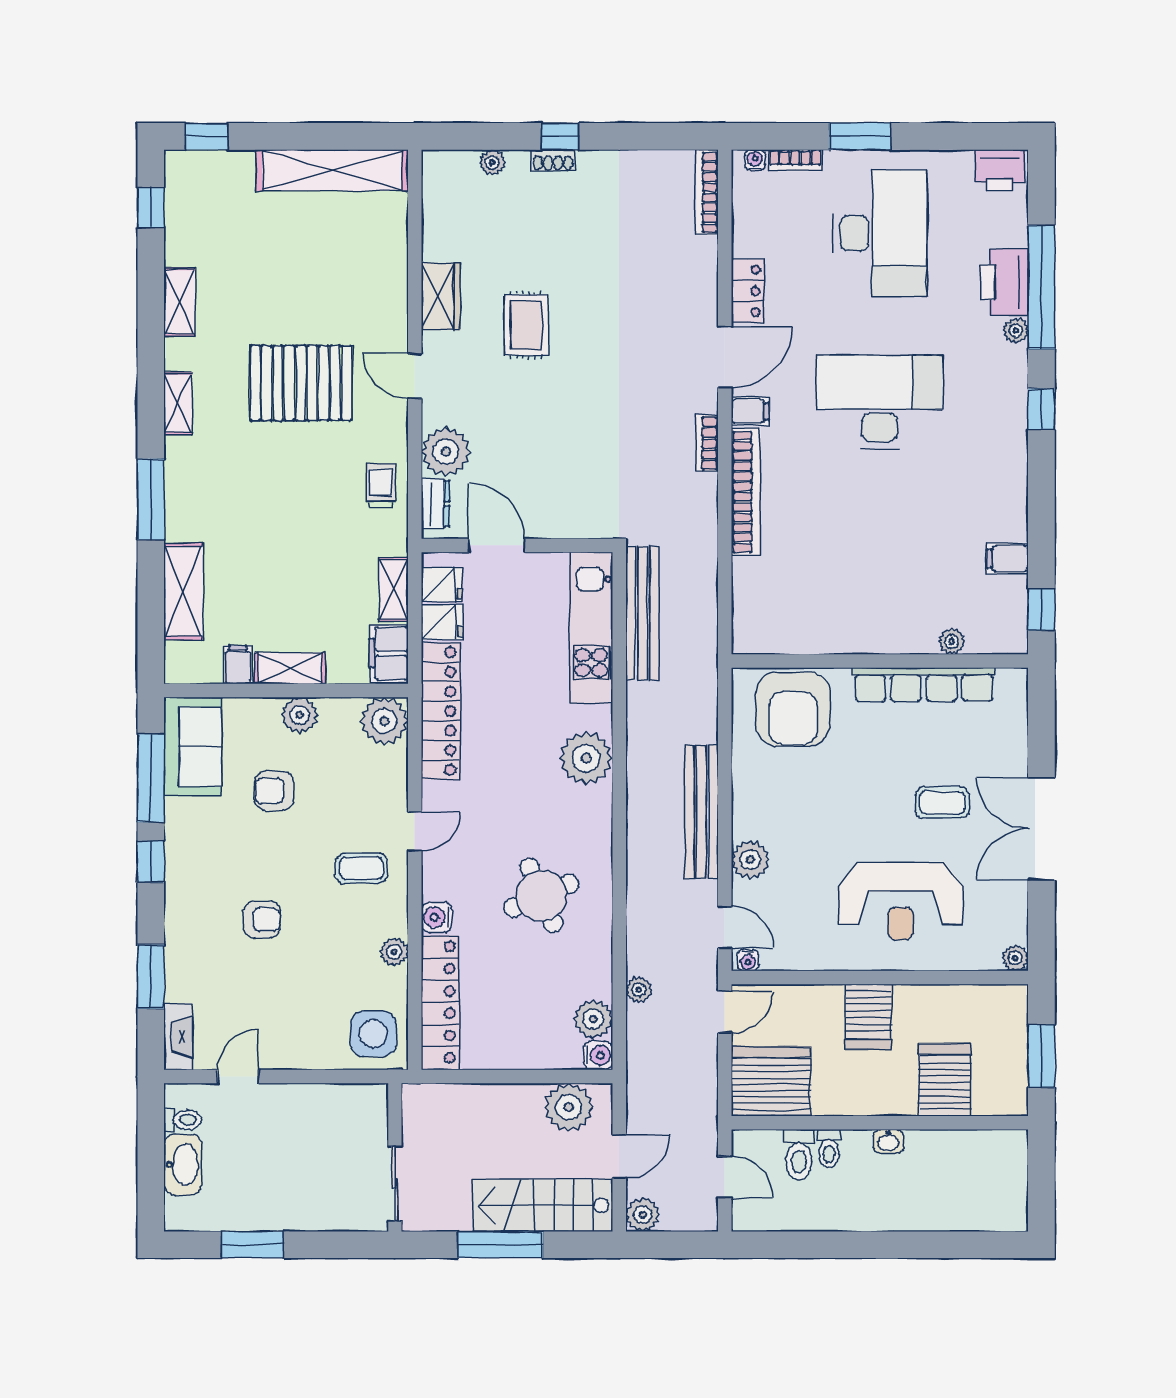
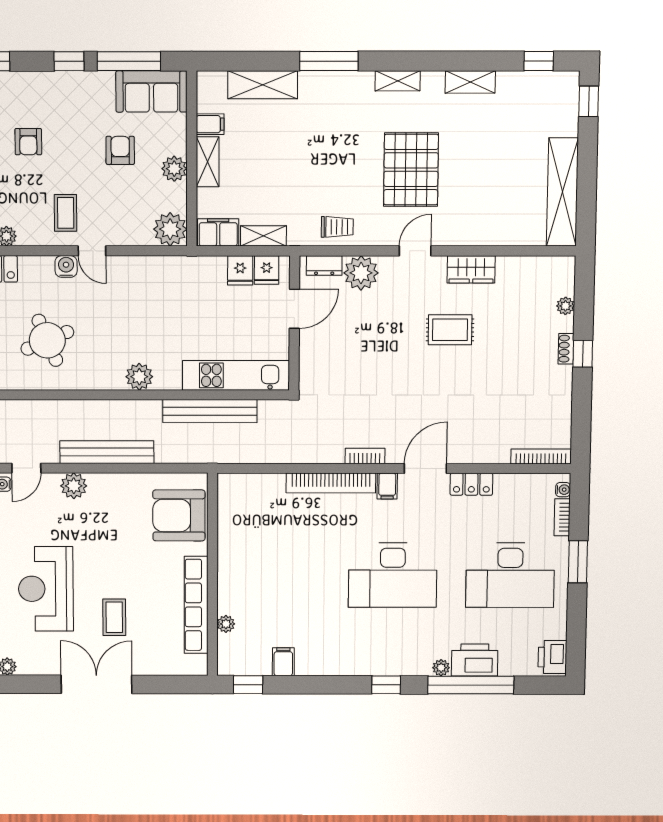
door: (725, 357) -> (425, 469), swing flipped
desk: (880, 402) -> (393, 575), turned 90
bench: (642, 613) -> (210, 411), moved
locker: (441, 711) -> (177, 269), removed
plant: (586, 758) -> (139, 377), width x0.73, depth x0.73
water cooler: (437, 917) -> (66, 266), moved

